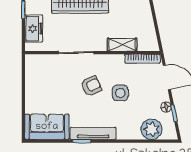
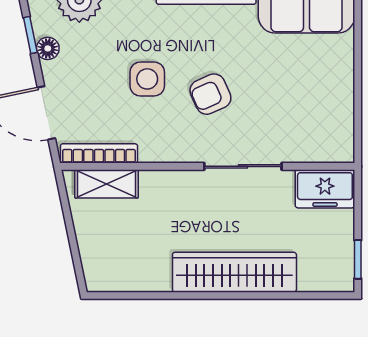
freezer: (34, 29) -> (325, 189), moved, turned -90
shelving: (122, 45) -> (106, 184), moved

